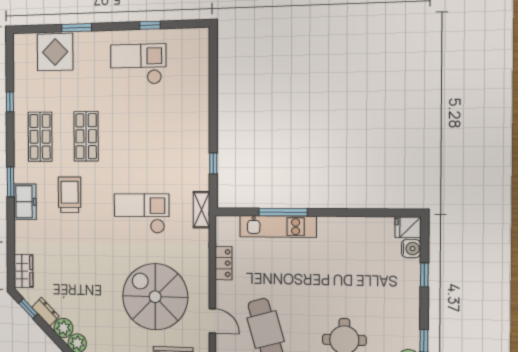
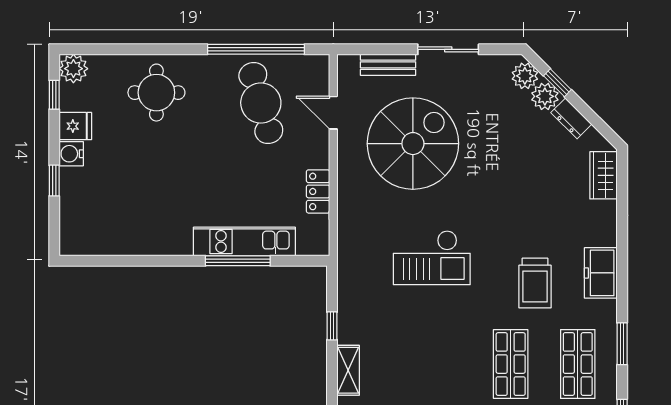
window: (10, 182) -> (622, 344), moved
shelving: (202, 210) -> (348, 370), moved
fridge: (408, 227) -> (75, 126), moved
water cooler: (411, 249) -> (71, 154), moved
spiral stairs: (155, 297) -> (413, 144), turned -90
window: (28, 309) -> (557, 83), moved

